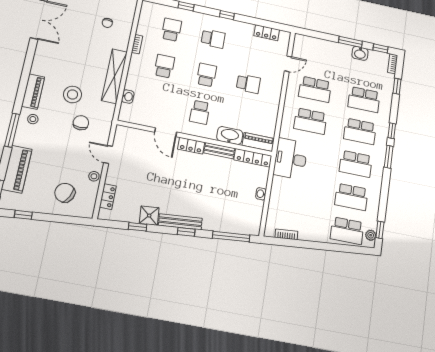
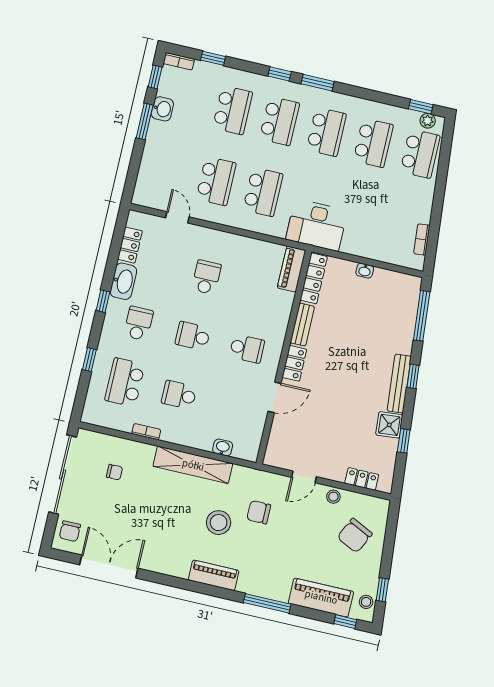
school desk: (171, 30) -> (125, 382), width x1.85
stool: (33, 119) -> (366, 602), moved
washbasin: (230, 136) -> (123, 281), moved, turned 180

